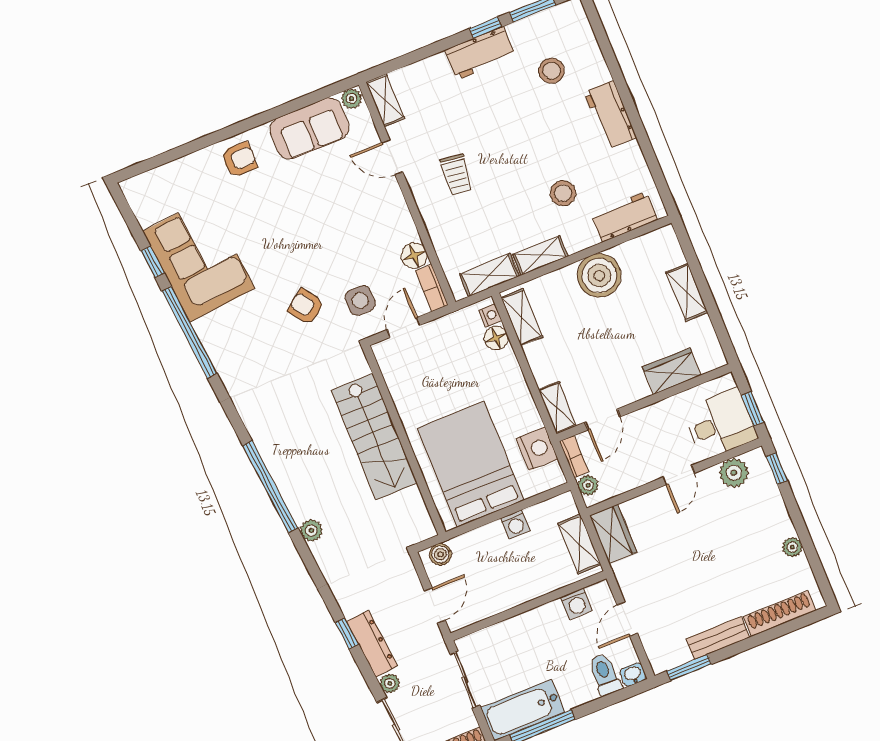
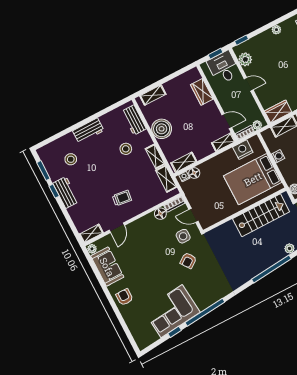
shelving: (687, 292) -> (153, 95), moved
stairs: (374, 437) -> (261, 215), moved

